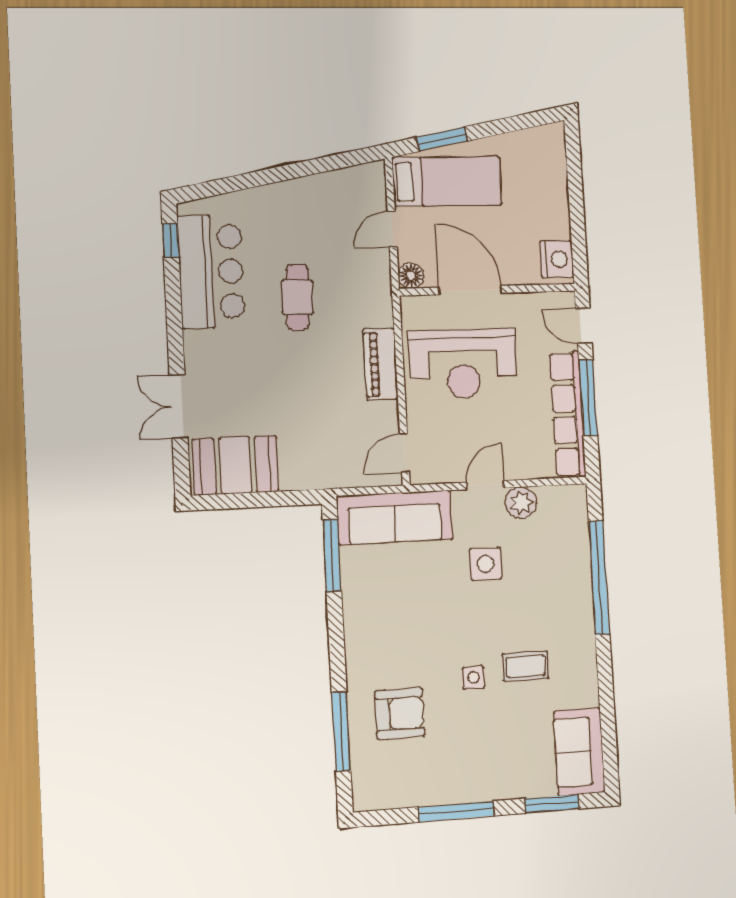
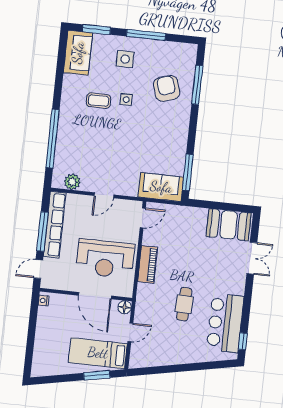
nightstand: (557, 259) -> (43, 300), width x0.53, depth x0.56
door: (584, 326) -> (38, 269), swing flipped
reception desk: (463, 364) -> (105, 259), turned 180
plant: (521, 503) -> (72, 182), moved
sofa: (395, 517) -> (161, 187), width x0.73
side table: (486, 564) -> (125, 59), moved
armchair: (400, 713) -> (167, 88), turned 73

